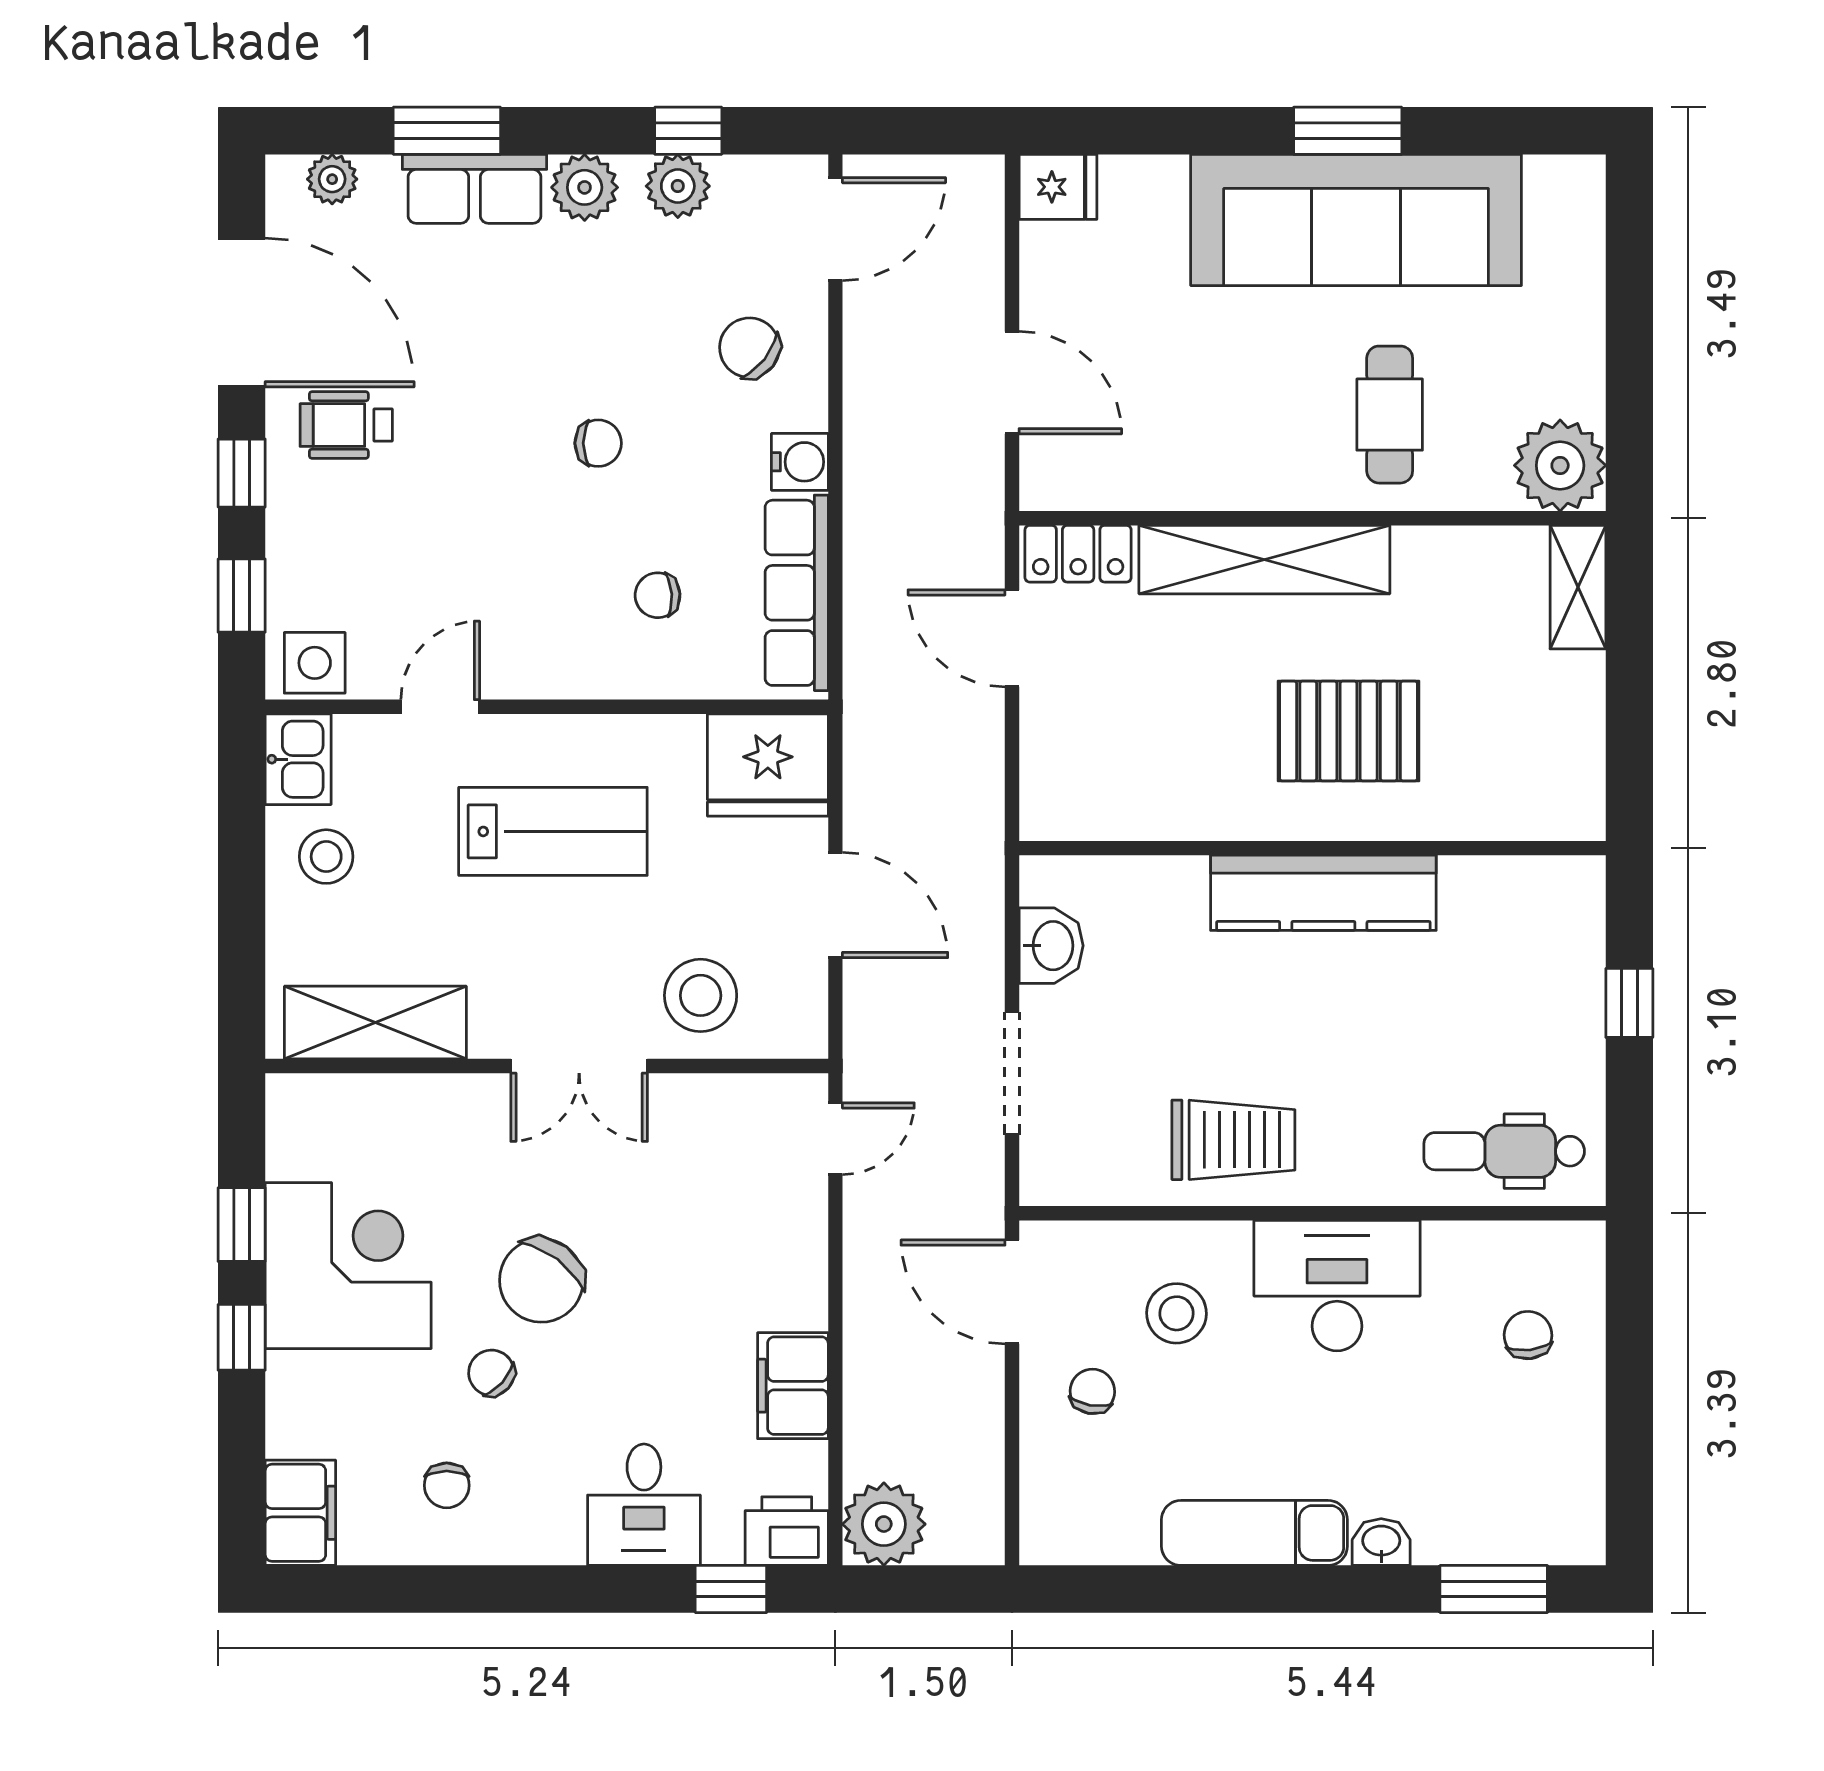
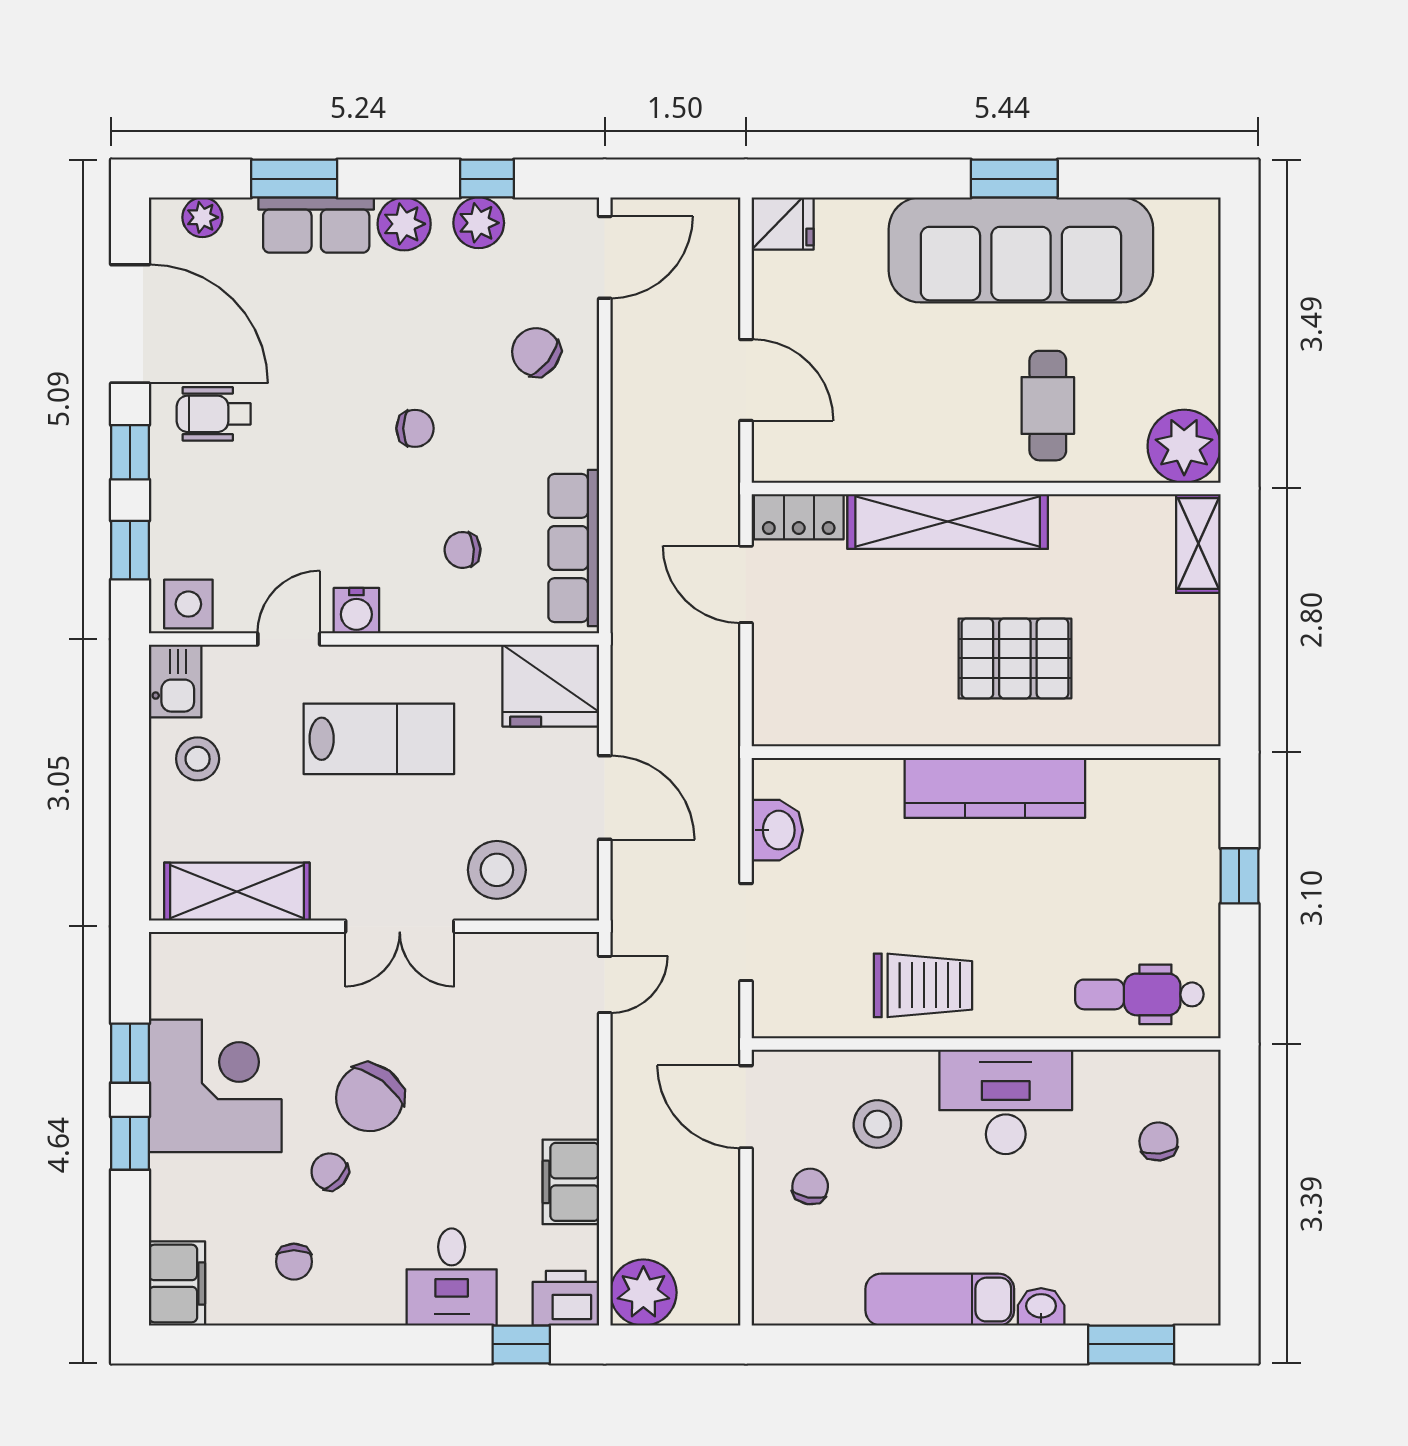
water cooler: (800, 462) -> (356, 611), moved, turned 90

